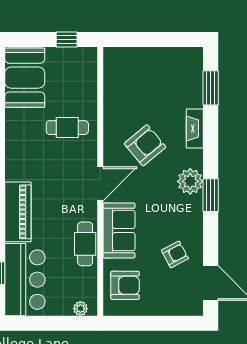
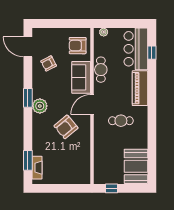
cafe table: (67, 128) -> (121, 121), moved
fireplace: (195, 128) -> (37, 168), moved

